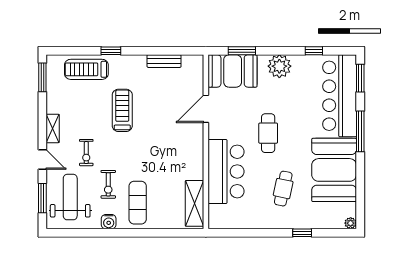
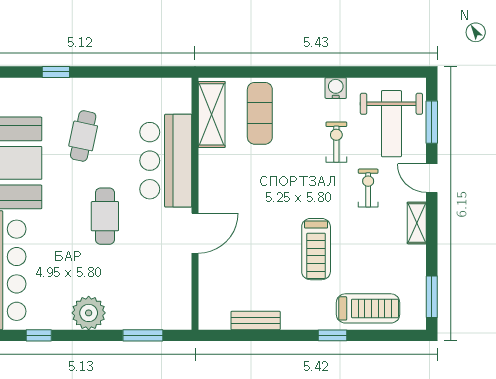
booth: (233, 71) -> (156, 306), removed
door: (206, 109) -> (195, 233), moved
exercise mat: (138, 203) -> (260, 113), moved

